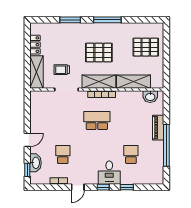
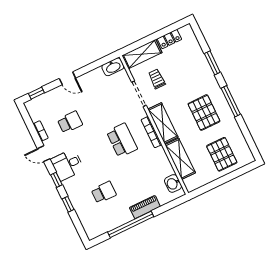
pallet: (99, 53) -> (204, 113), moved
washbasin: (36, 163) -> (113, 67), moved
desk: (109, 173) -> (67, 165), moved

